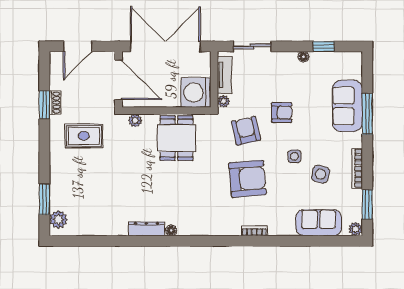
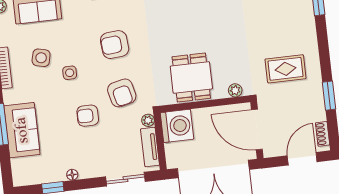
shoe rack: (55, 102) -> (323, 134), moved
armchair: (248, 179) -> (115, 45), width x0.73, depth x0.73

